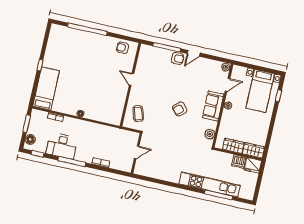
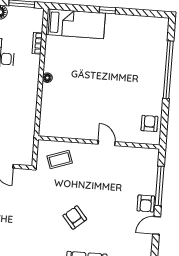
door: (194, 53) -> (157, 225), hinge flipped
door: (132, 79) -> (107, 143), hinge flipped

